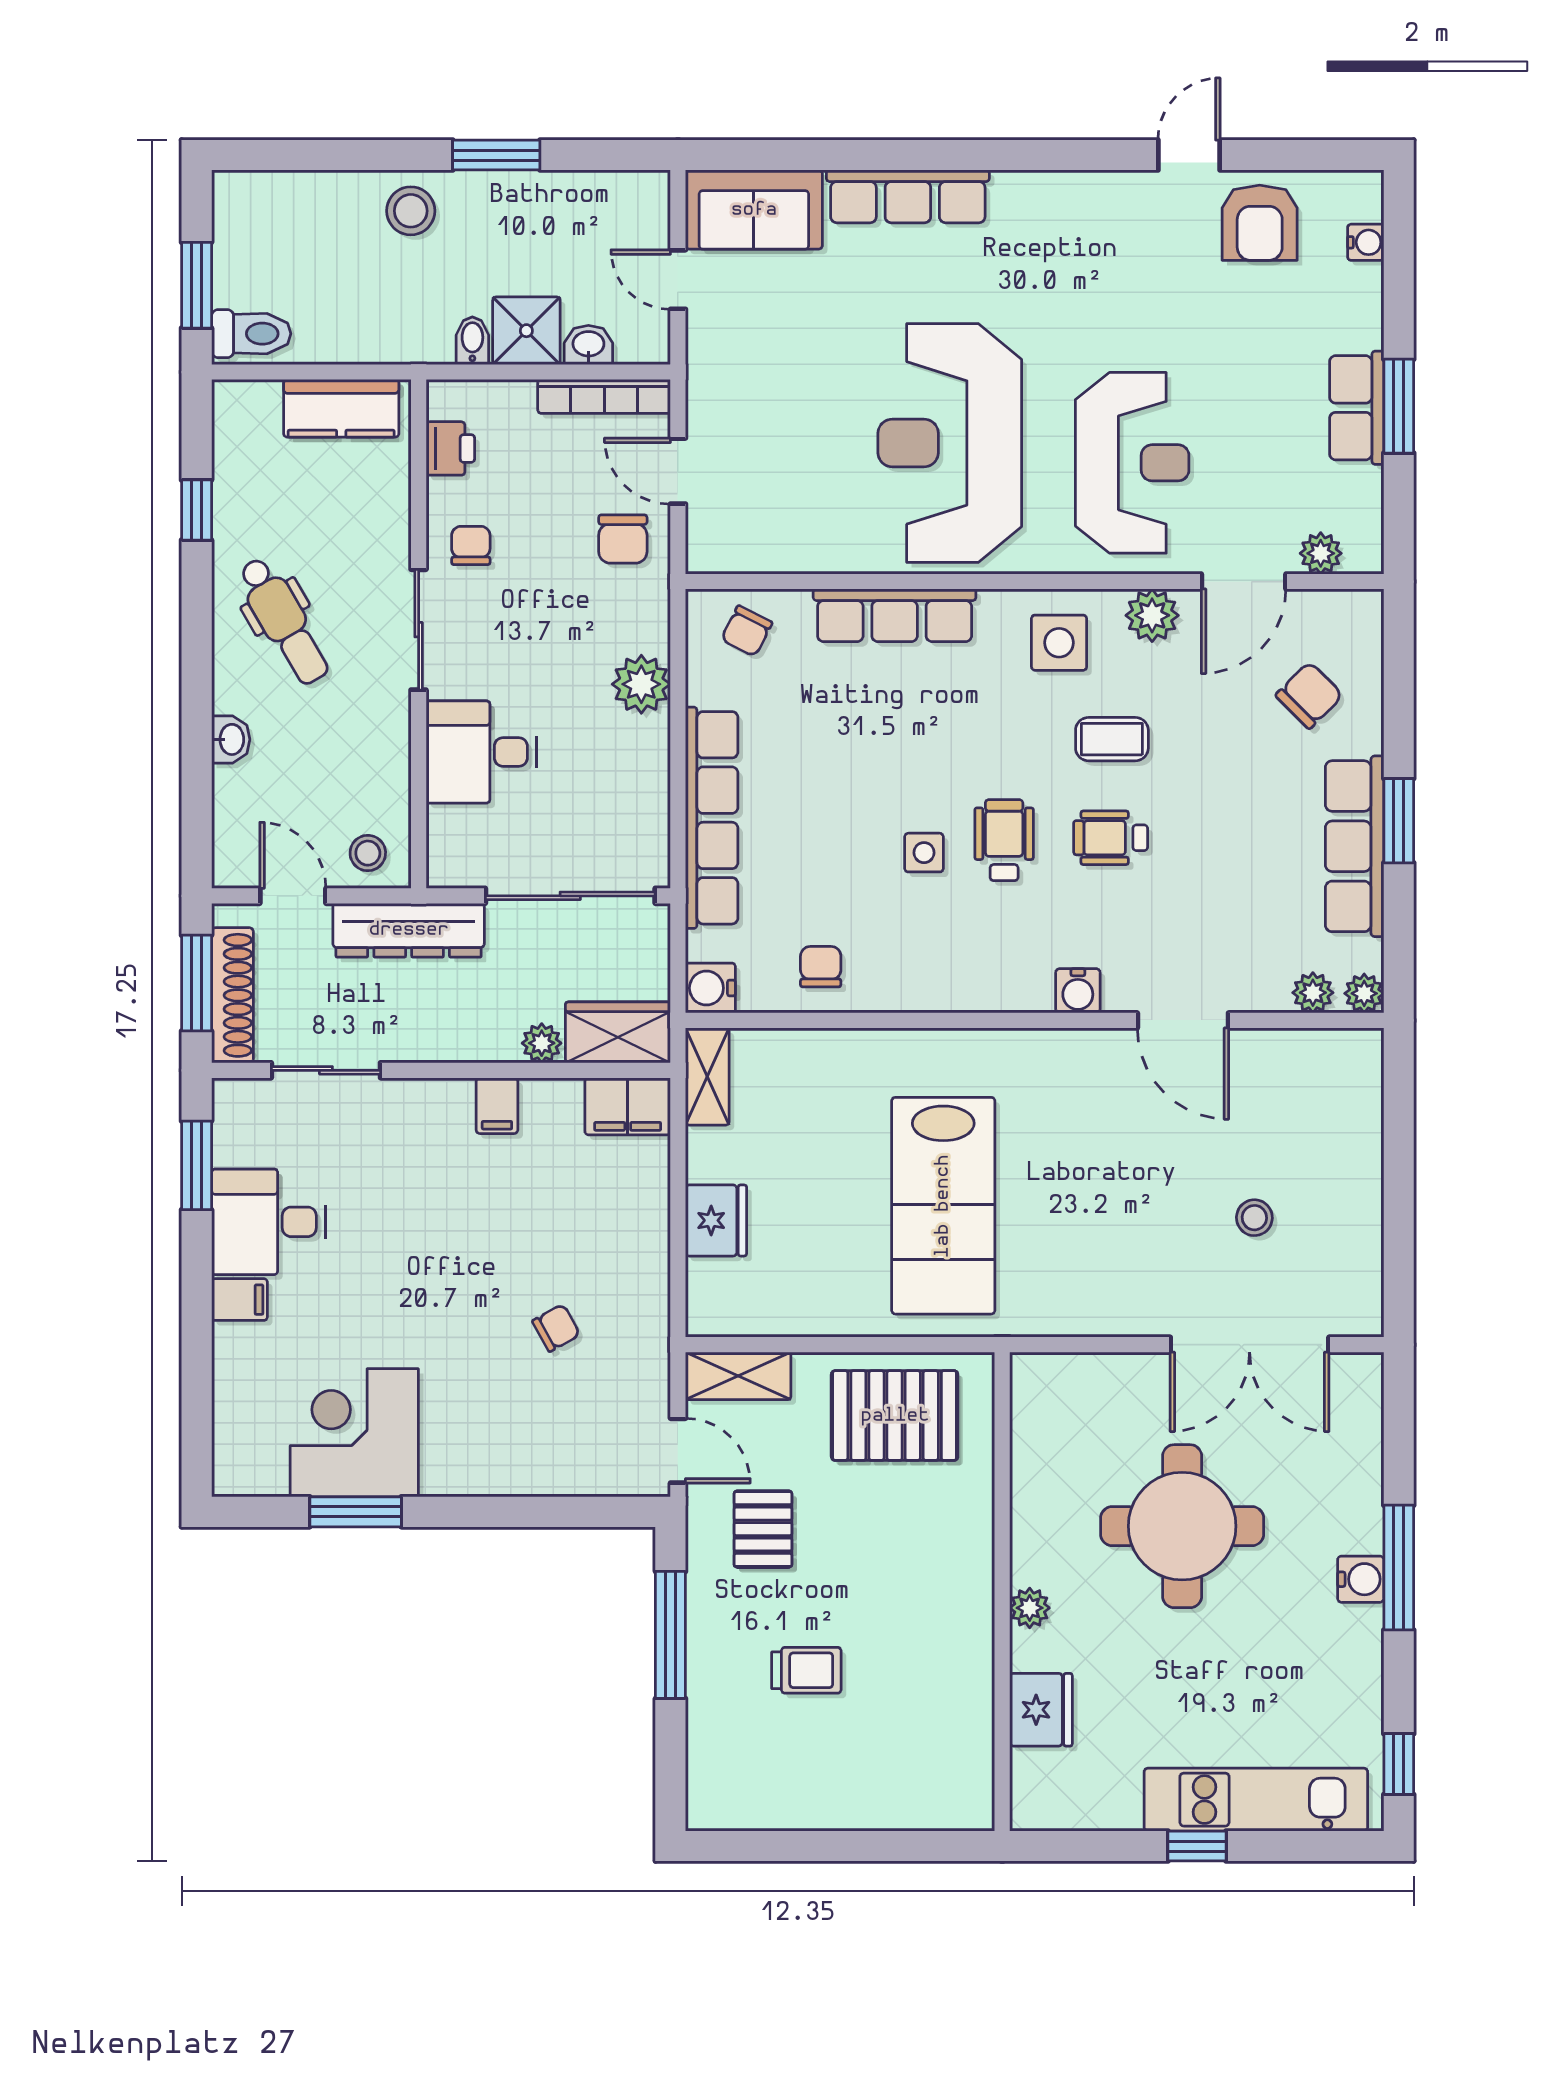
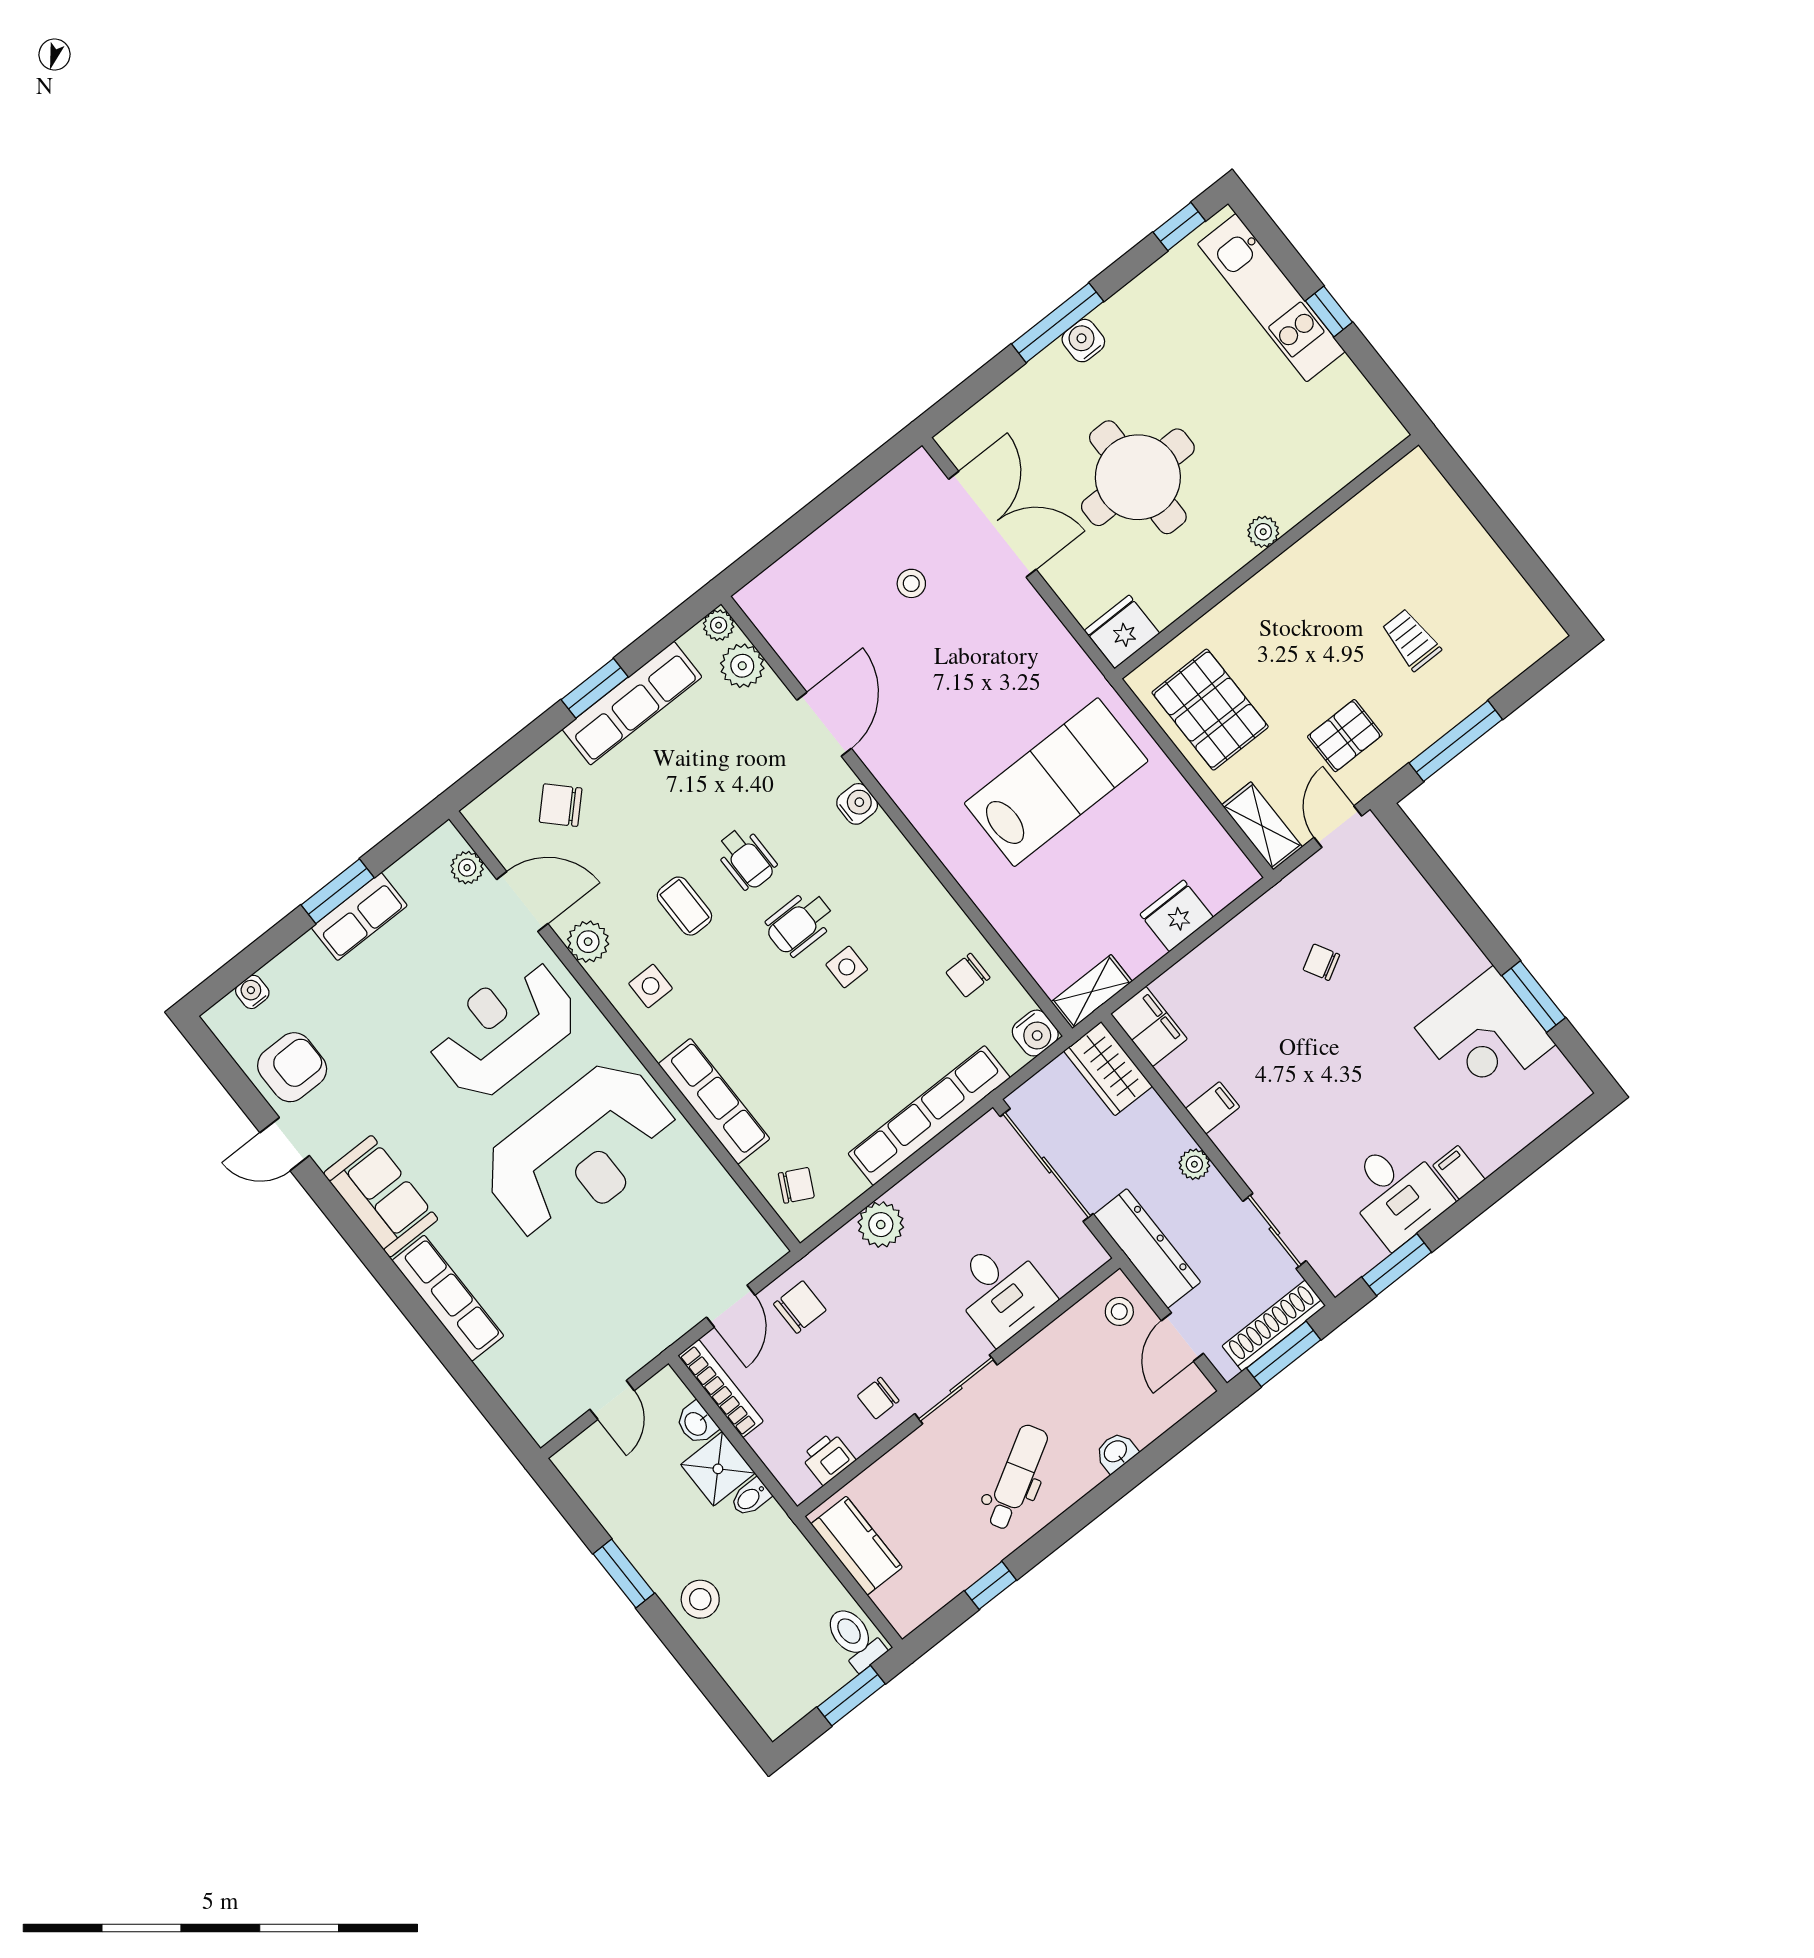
sofa: (754, 210) -> (381, 1196), moved
side table: (1059, 643) -> (651, 986), width x0.73, depth x0.73
plant: (1313, 993) -> (742, 666), width x1.38, depth x1.38
plant: (542, 1043) -> (1194, 1164), moved
fridge: (1041, 1710) -> (1122, 632), moved

